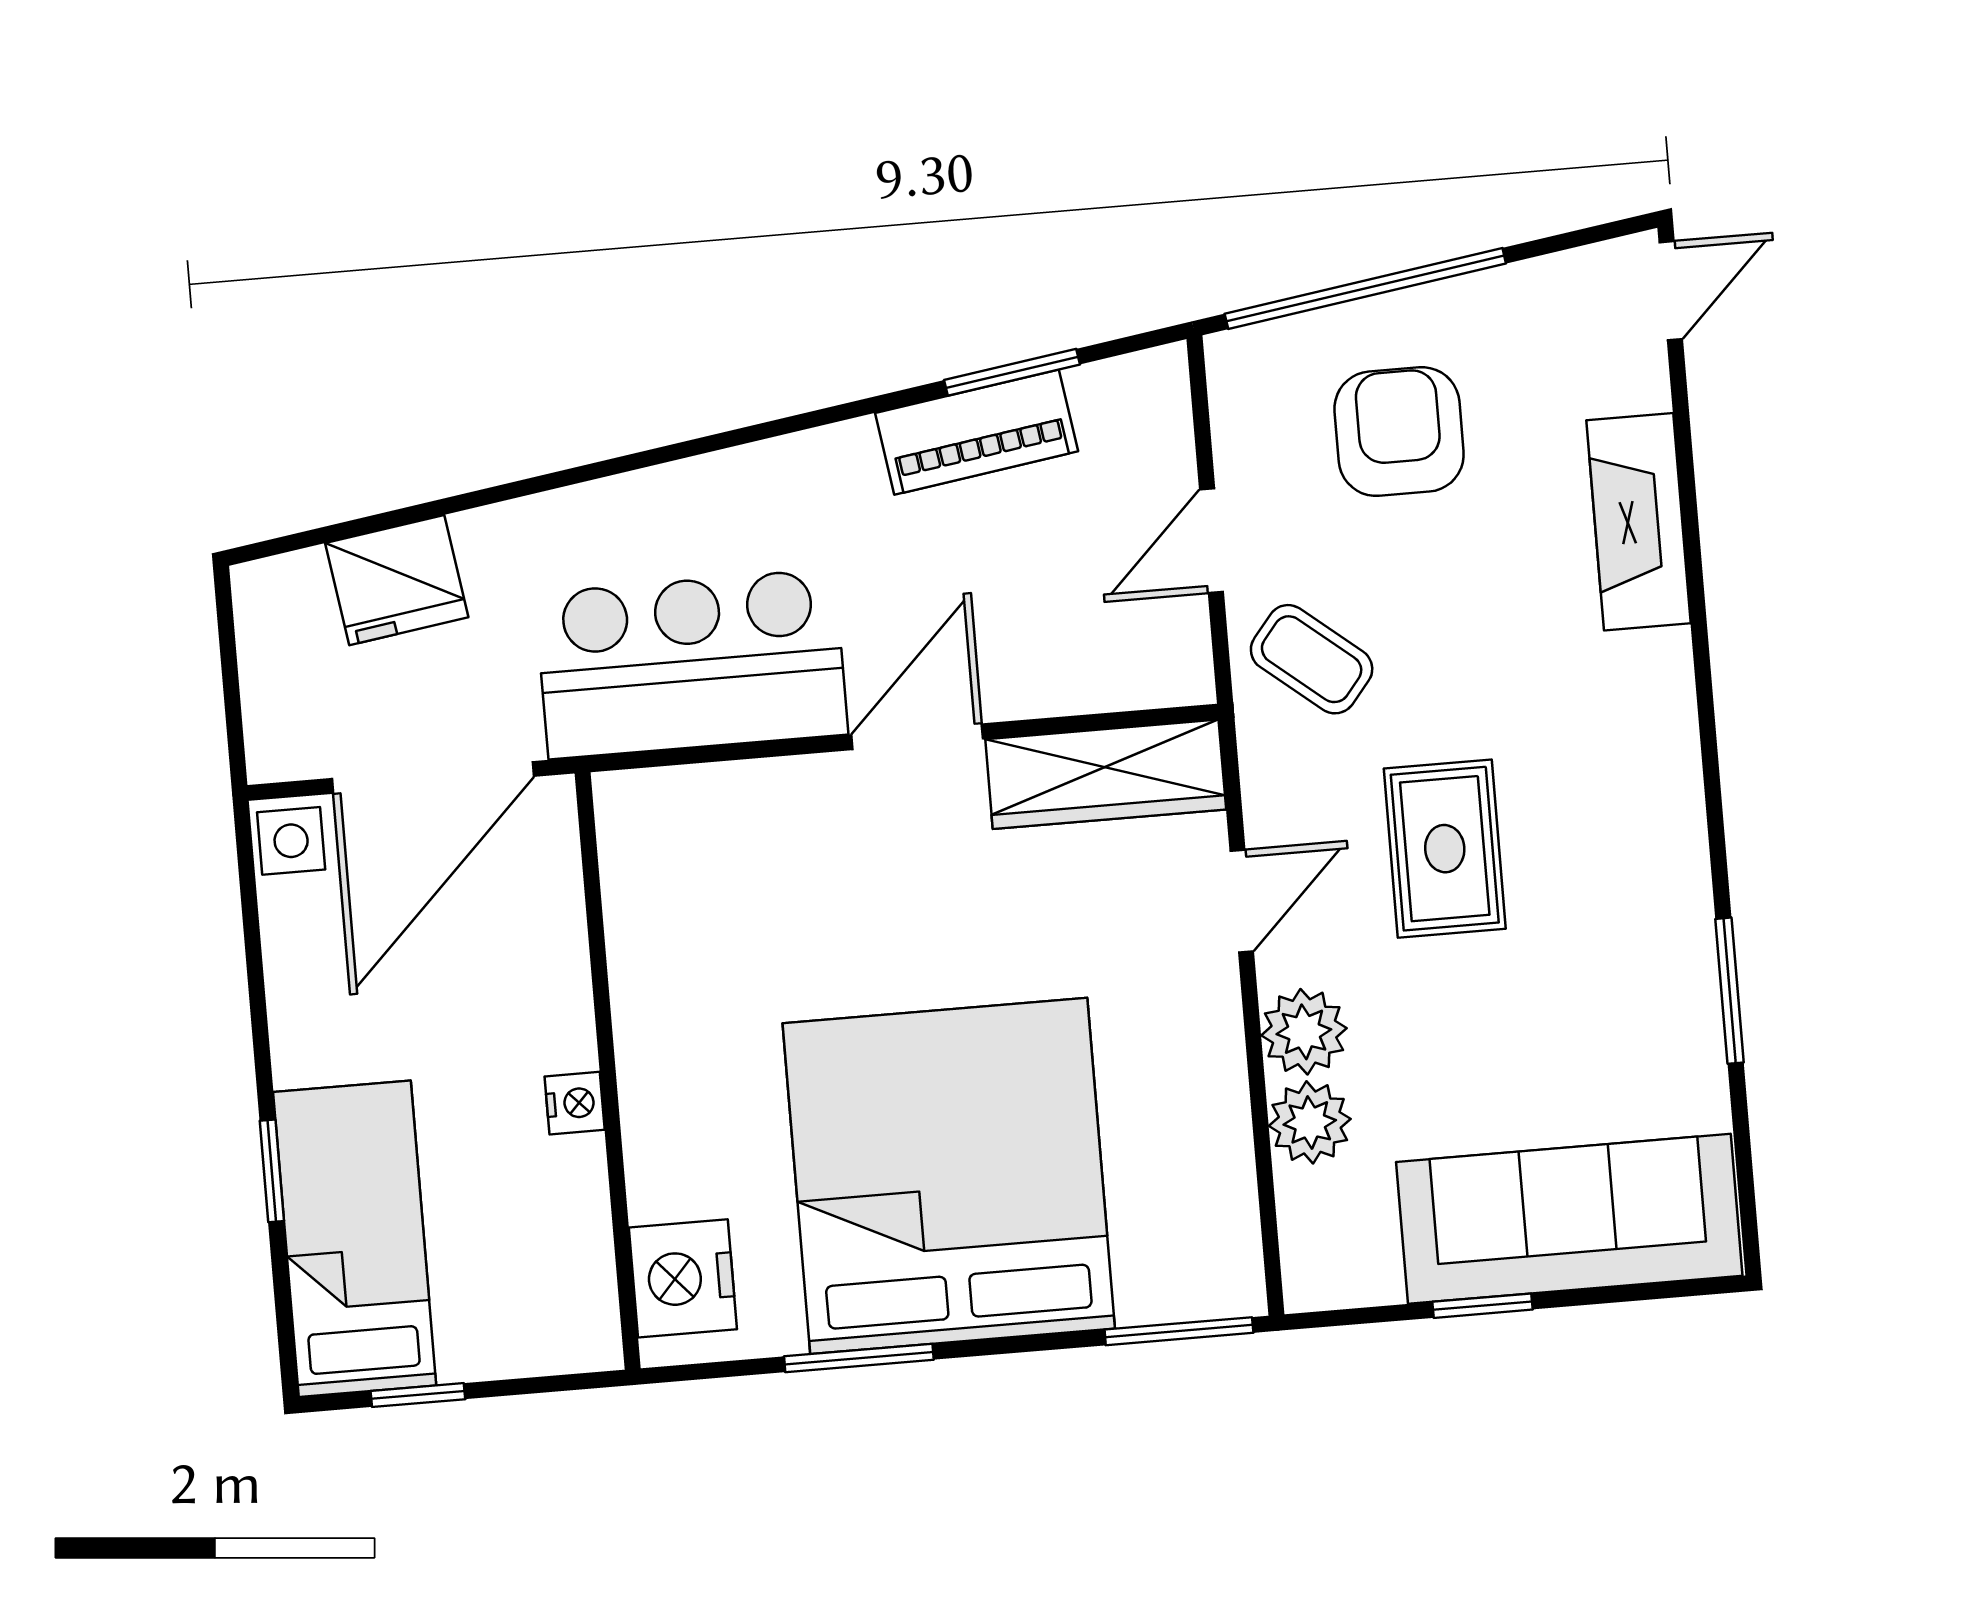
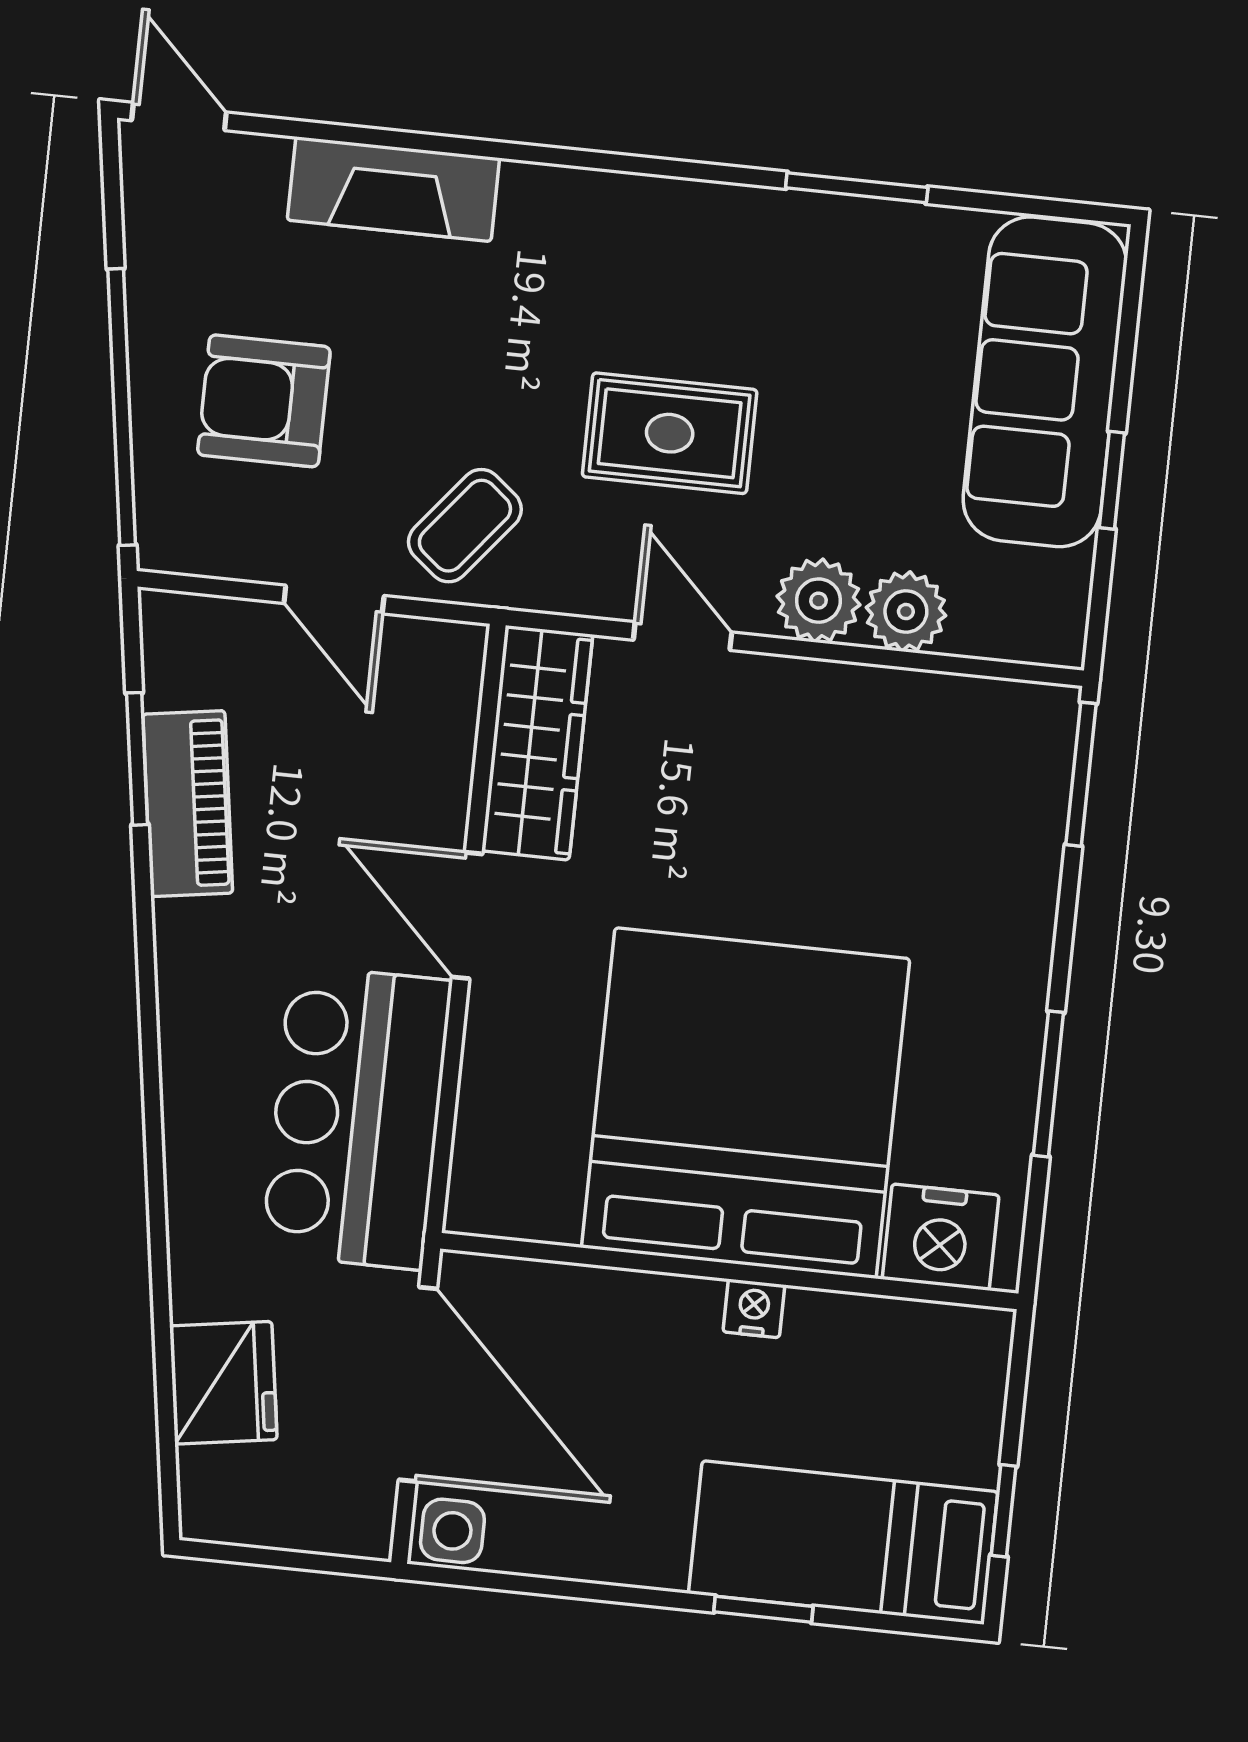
bed: (949, 1176) -> (746, 1103), moved, turned 90

